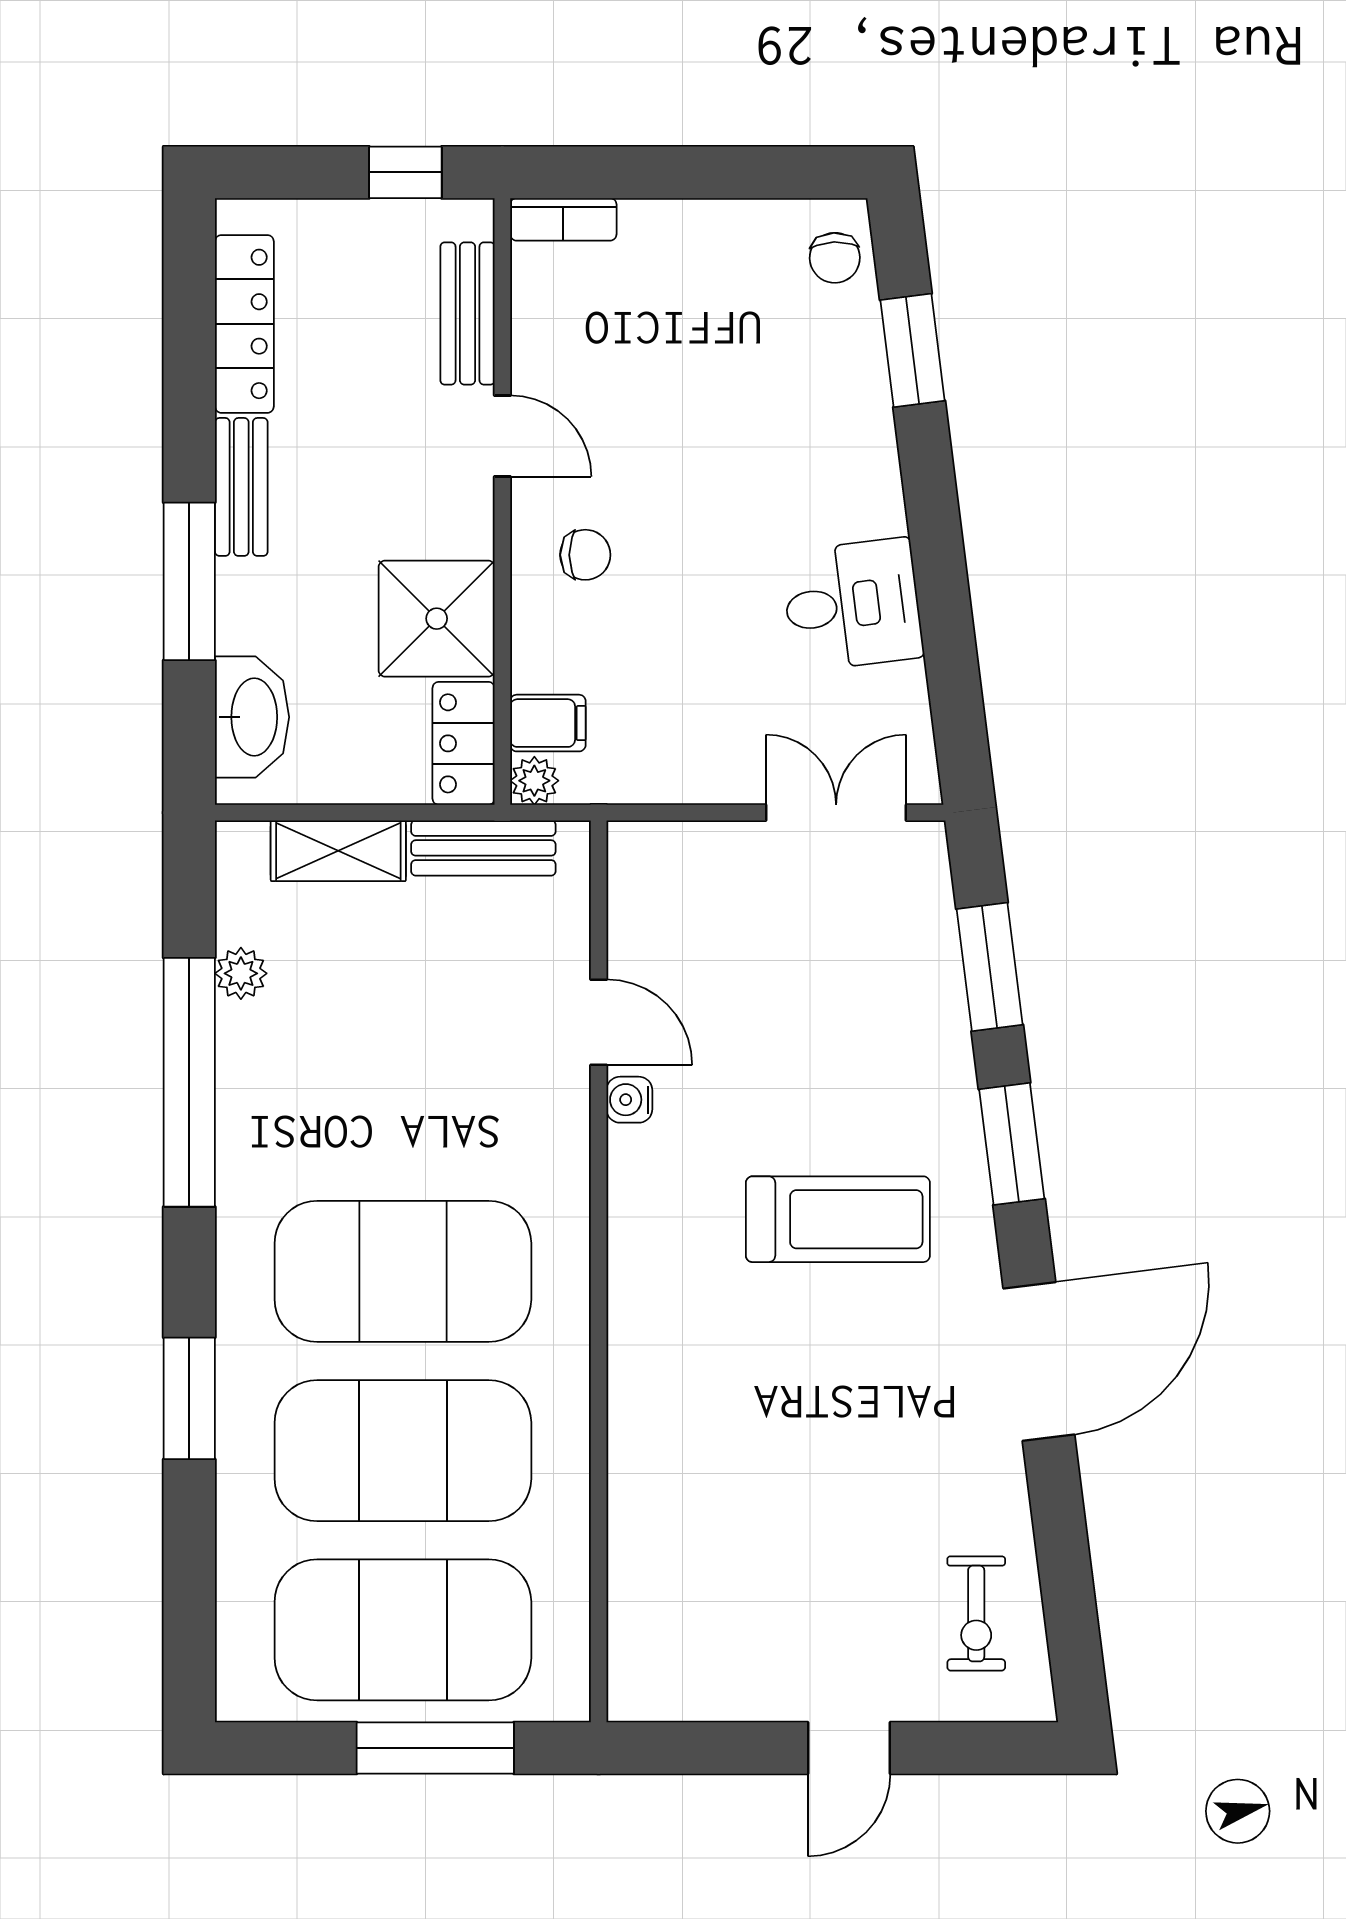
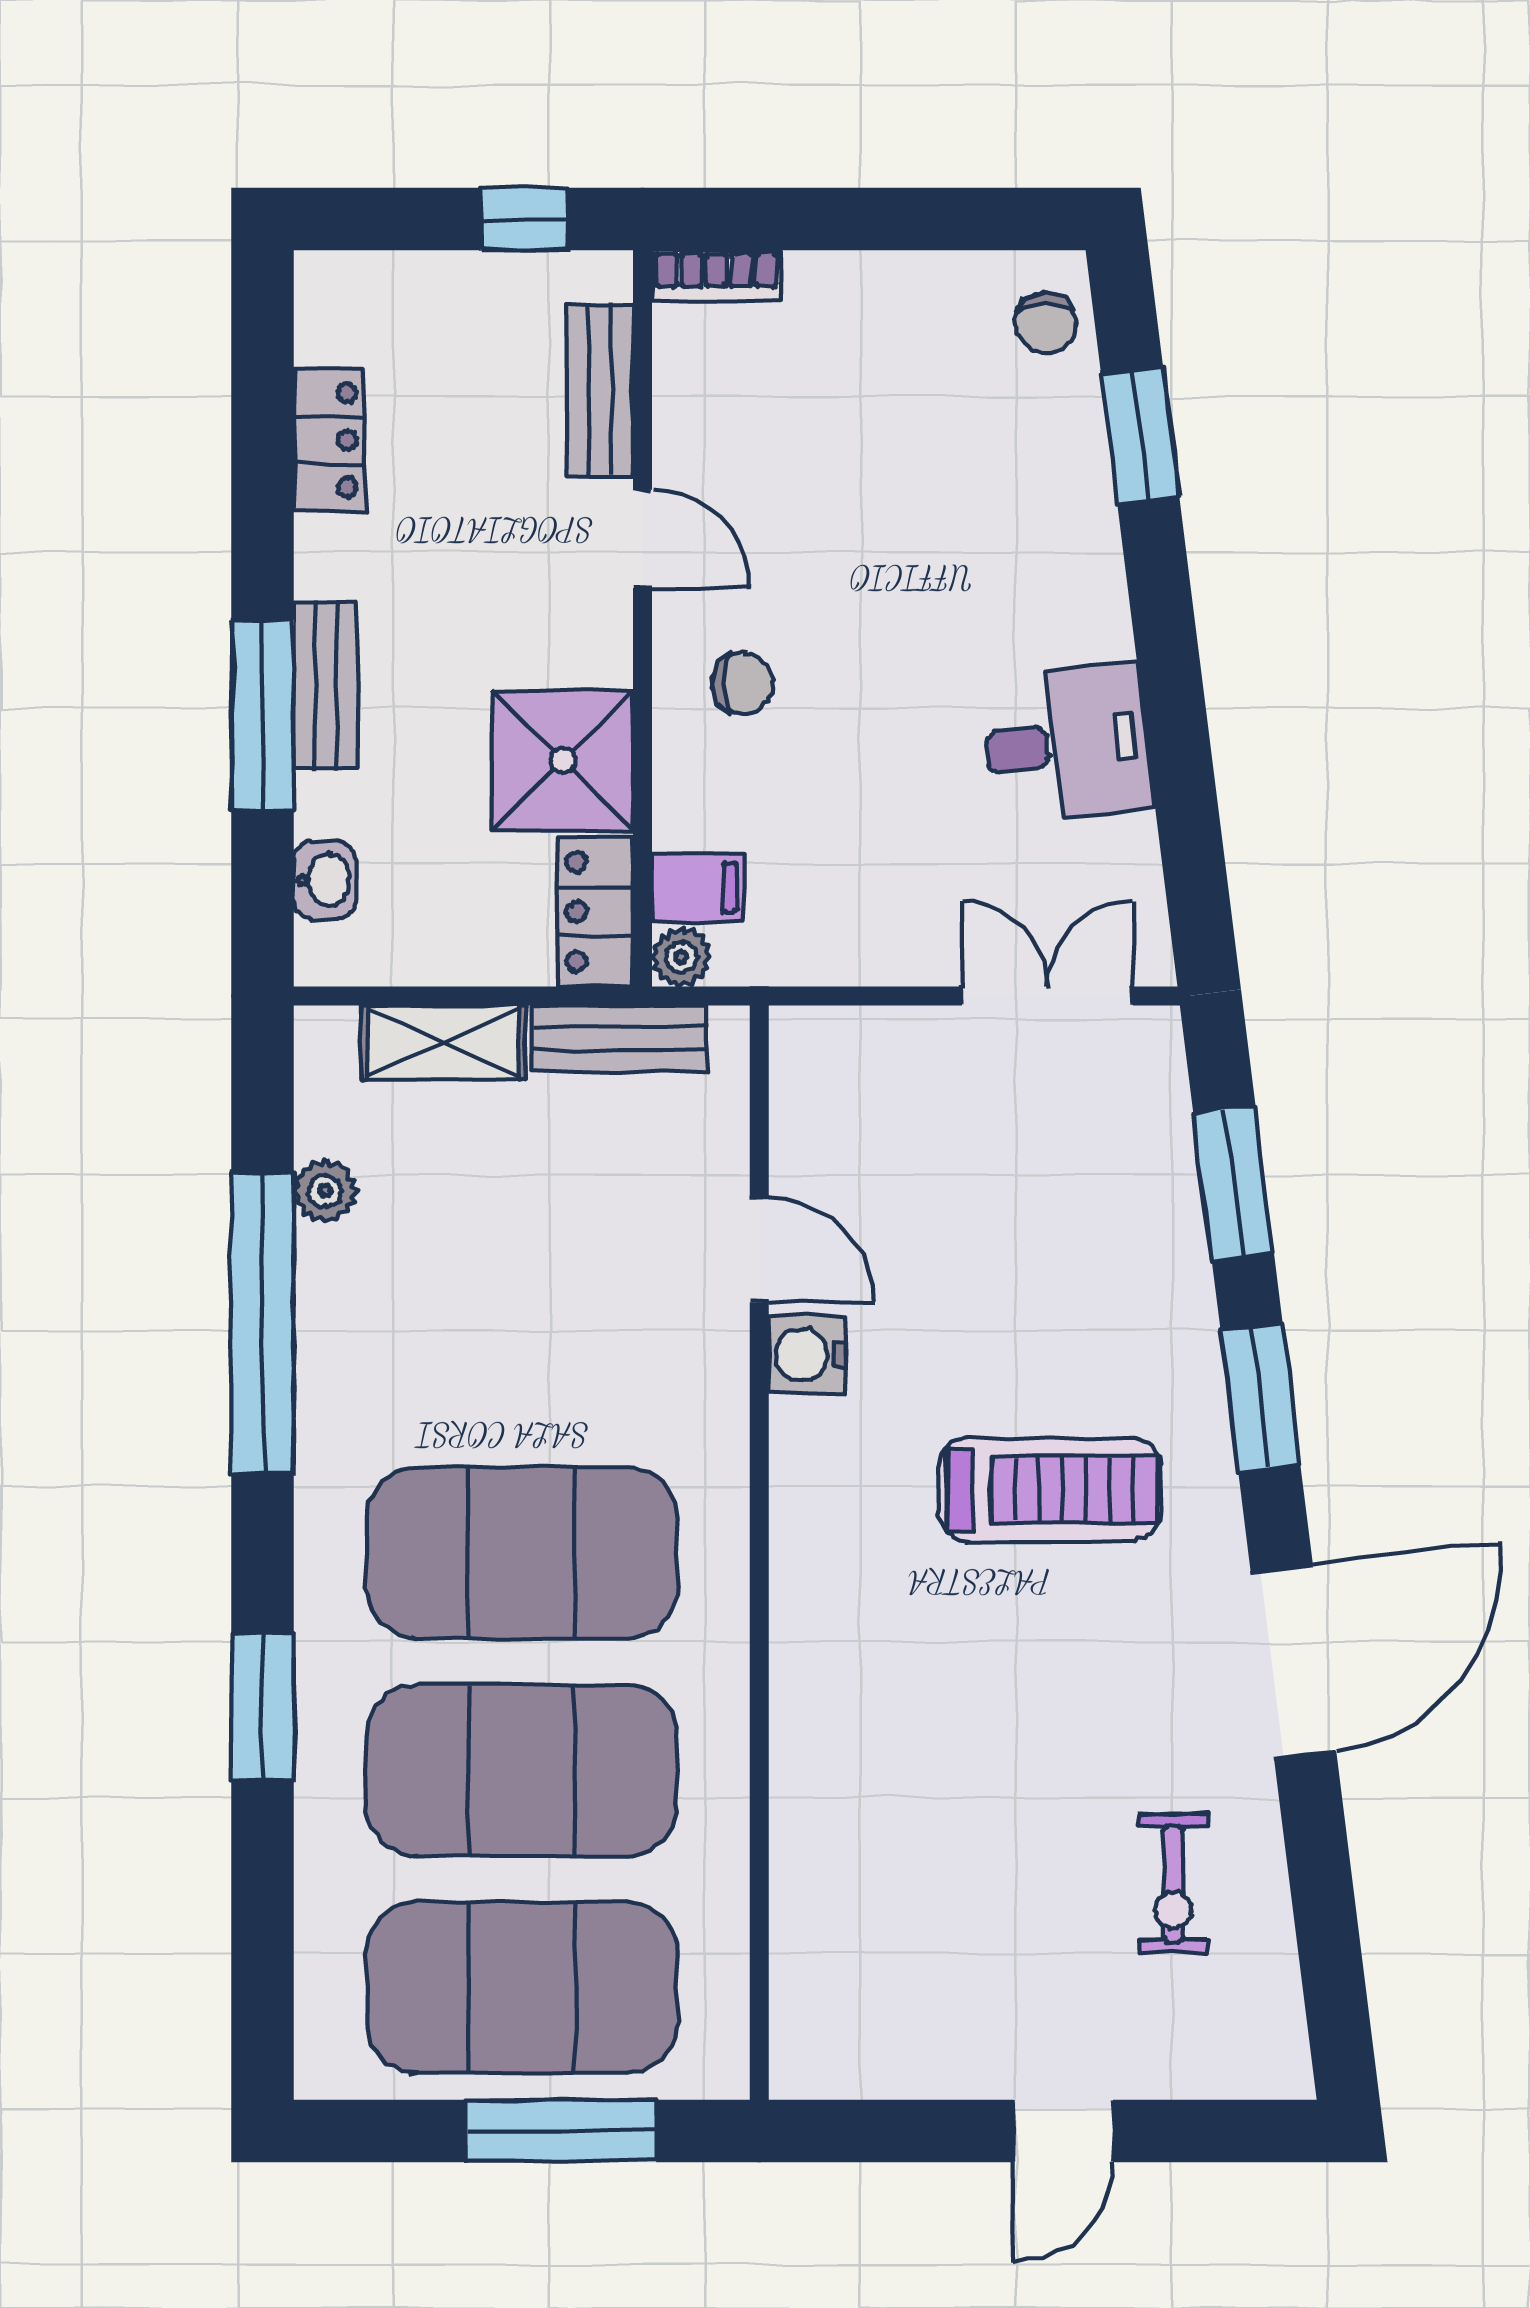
locker: (244, 324) -> (329, 440), width x0.66
bench: (241, 487) -> (326, 685), moved
washbasin: (252, 717) -> (325, 880), width x0.52, depth x0.69
water cooler: (629, 1100) -> (807, 1355), width x1.38, depth x1.38
exercise bike: (976, 1614) -> (1173, 1884), moved

